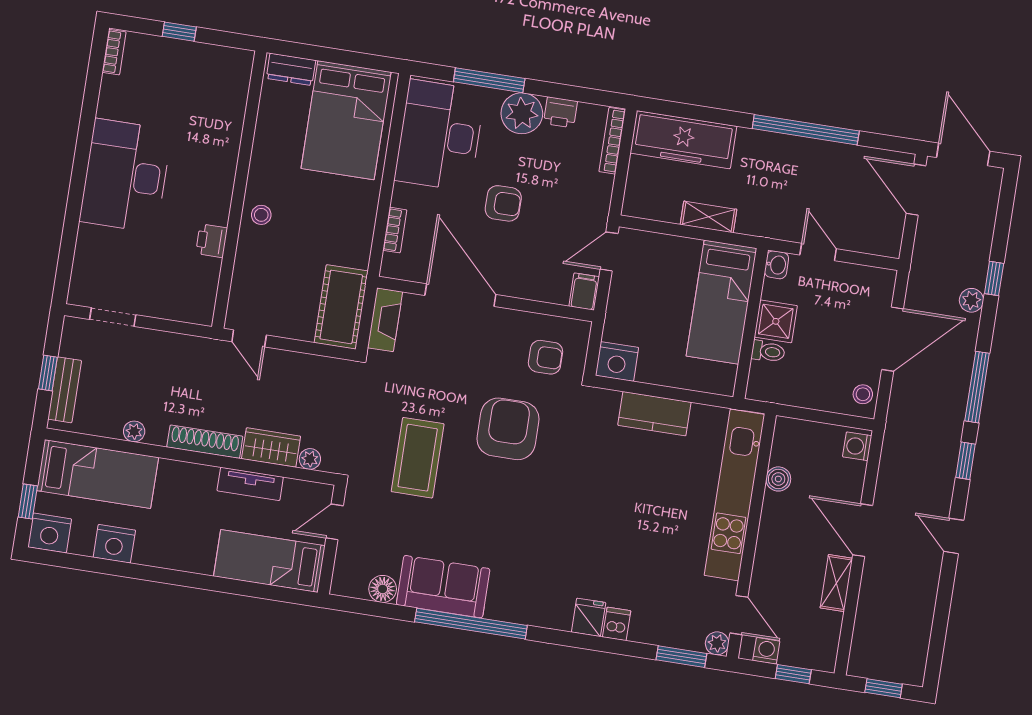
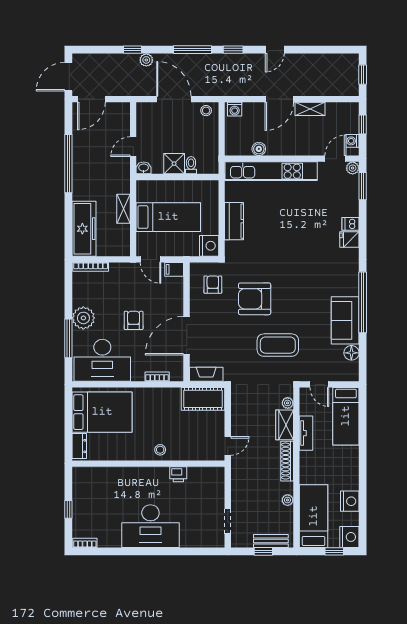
printer: (560, 112) -> (80, 297), removed
bed: (721, 302) -> (168, 217), moved

